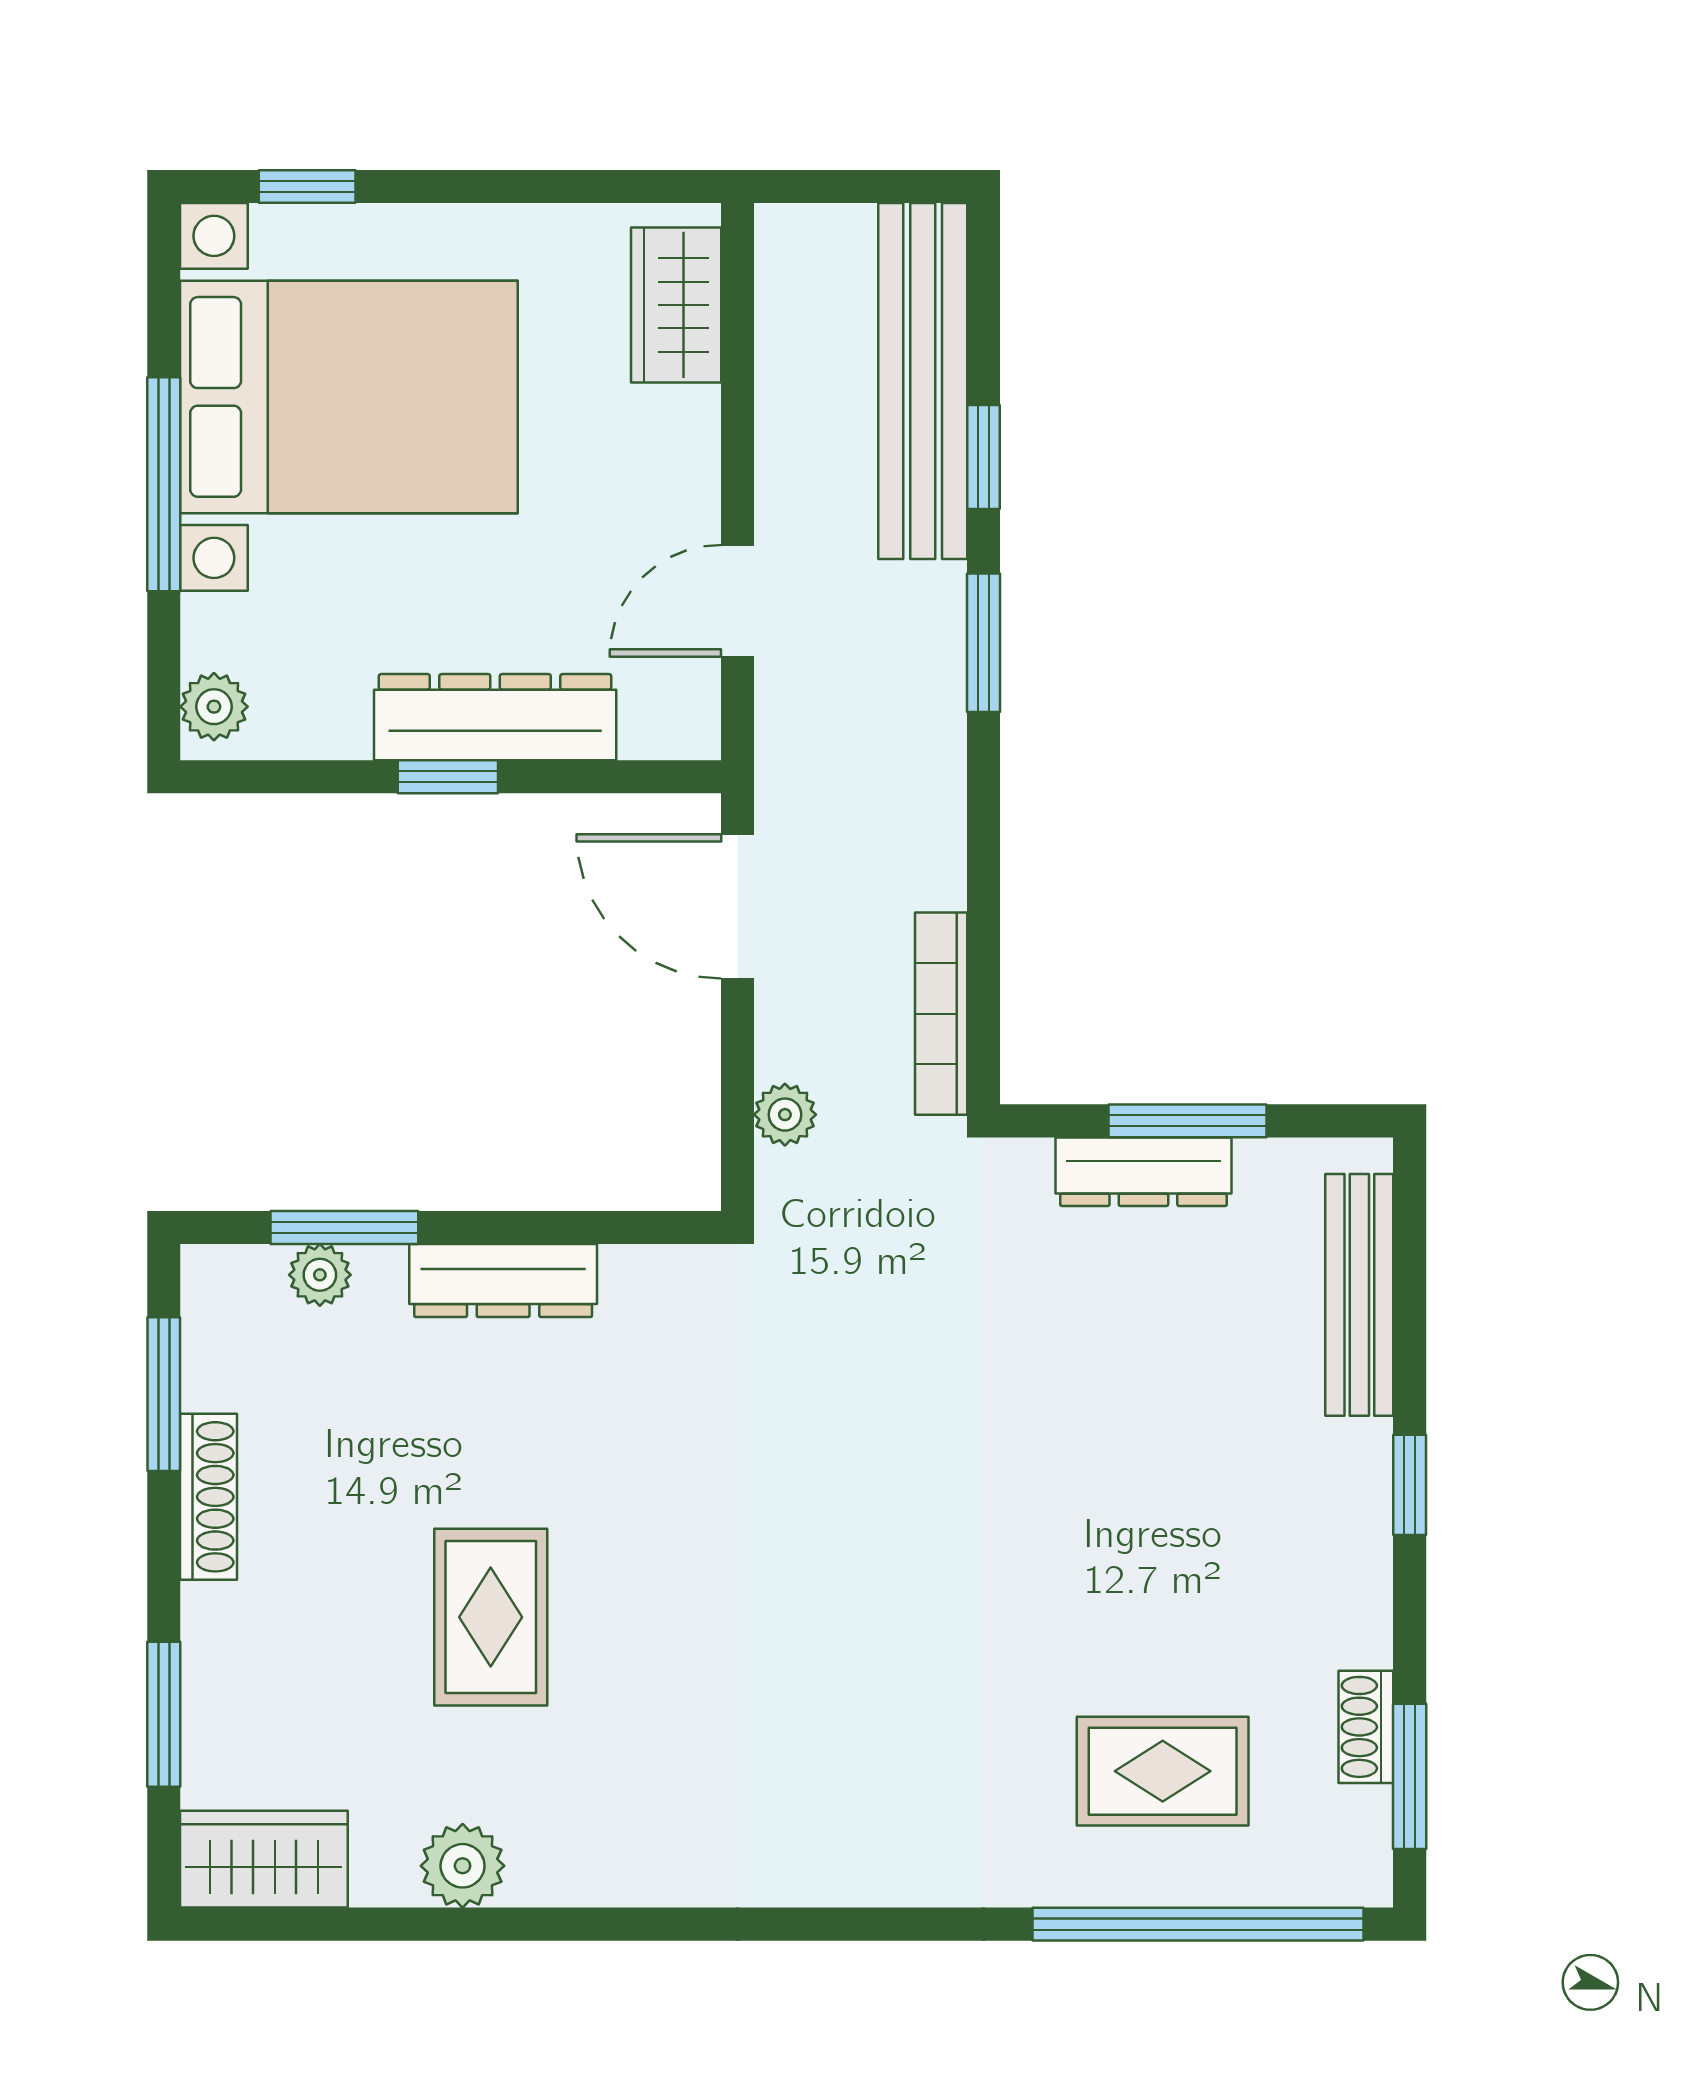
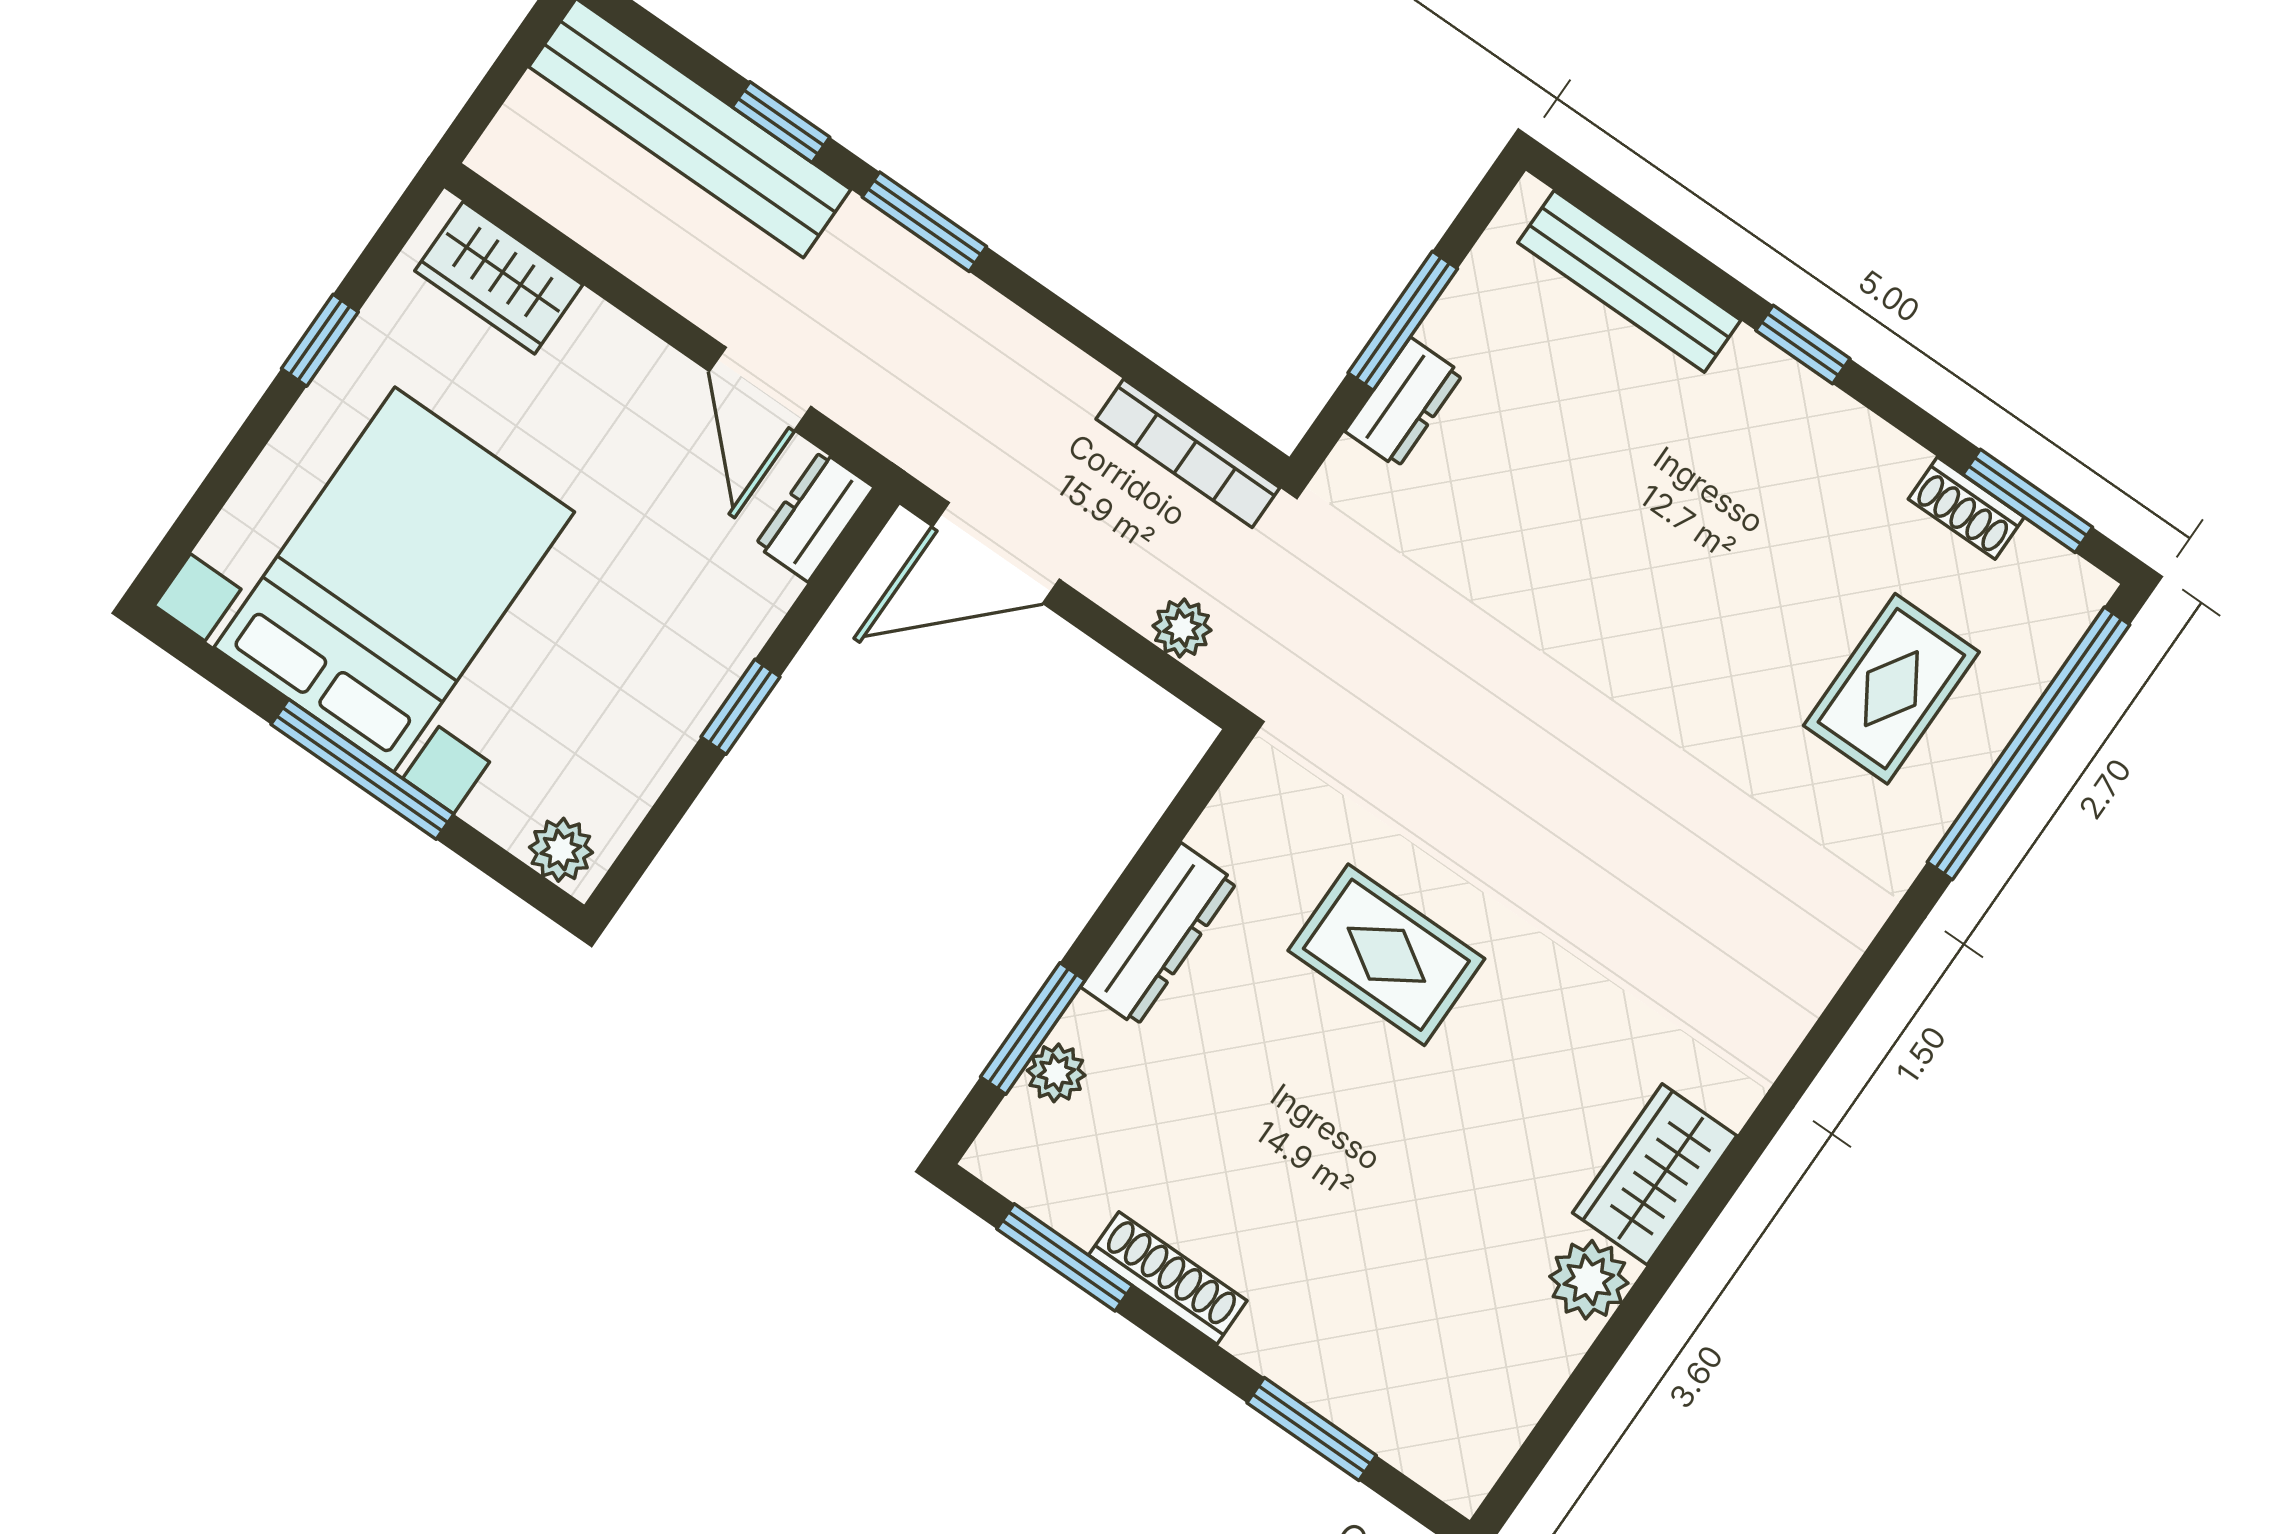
window: (307, 187) -> (320, 340), moved
dresser: (495, 717) -> (815, 516), moved, width x0.51, depth x0.80
dresser: (1143, 1172) -> (1404, 403), width x0.70
rug: (491, 1617) -> (1386, 955), moved
wardrobe: (264, 1859) -> (1655, 1174), moved

